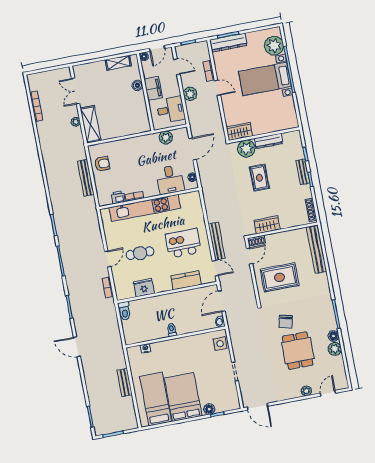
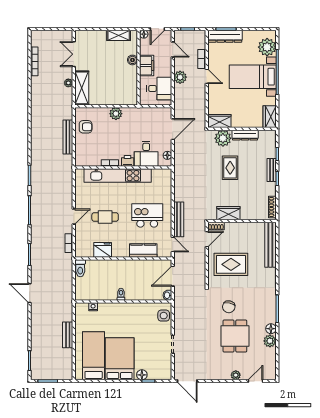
wardrobe: (290, 117) -> (270, 117), added
plant: (166, 137) -> (116, 114), moved
printer: (118, 197) -> (128, 161), moved

